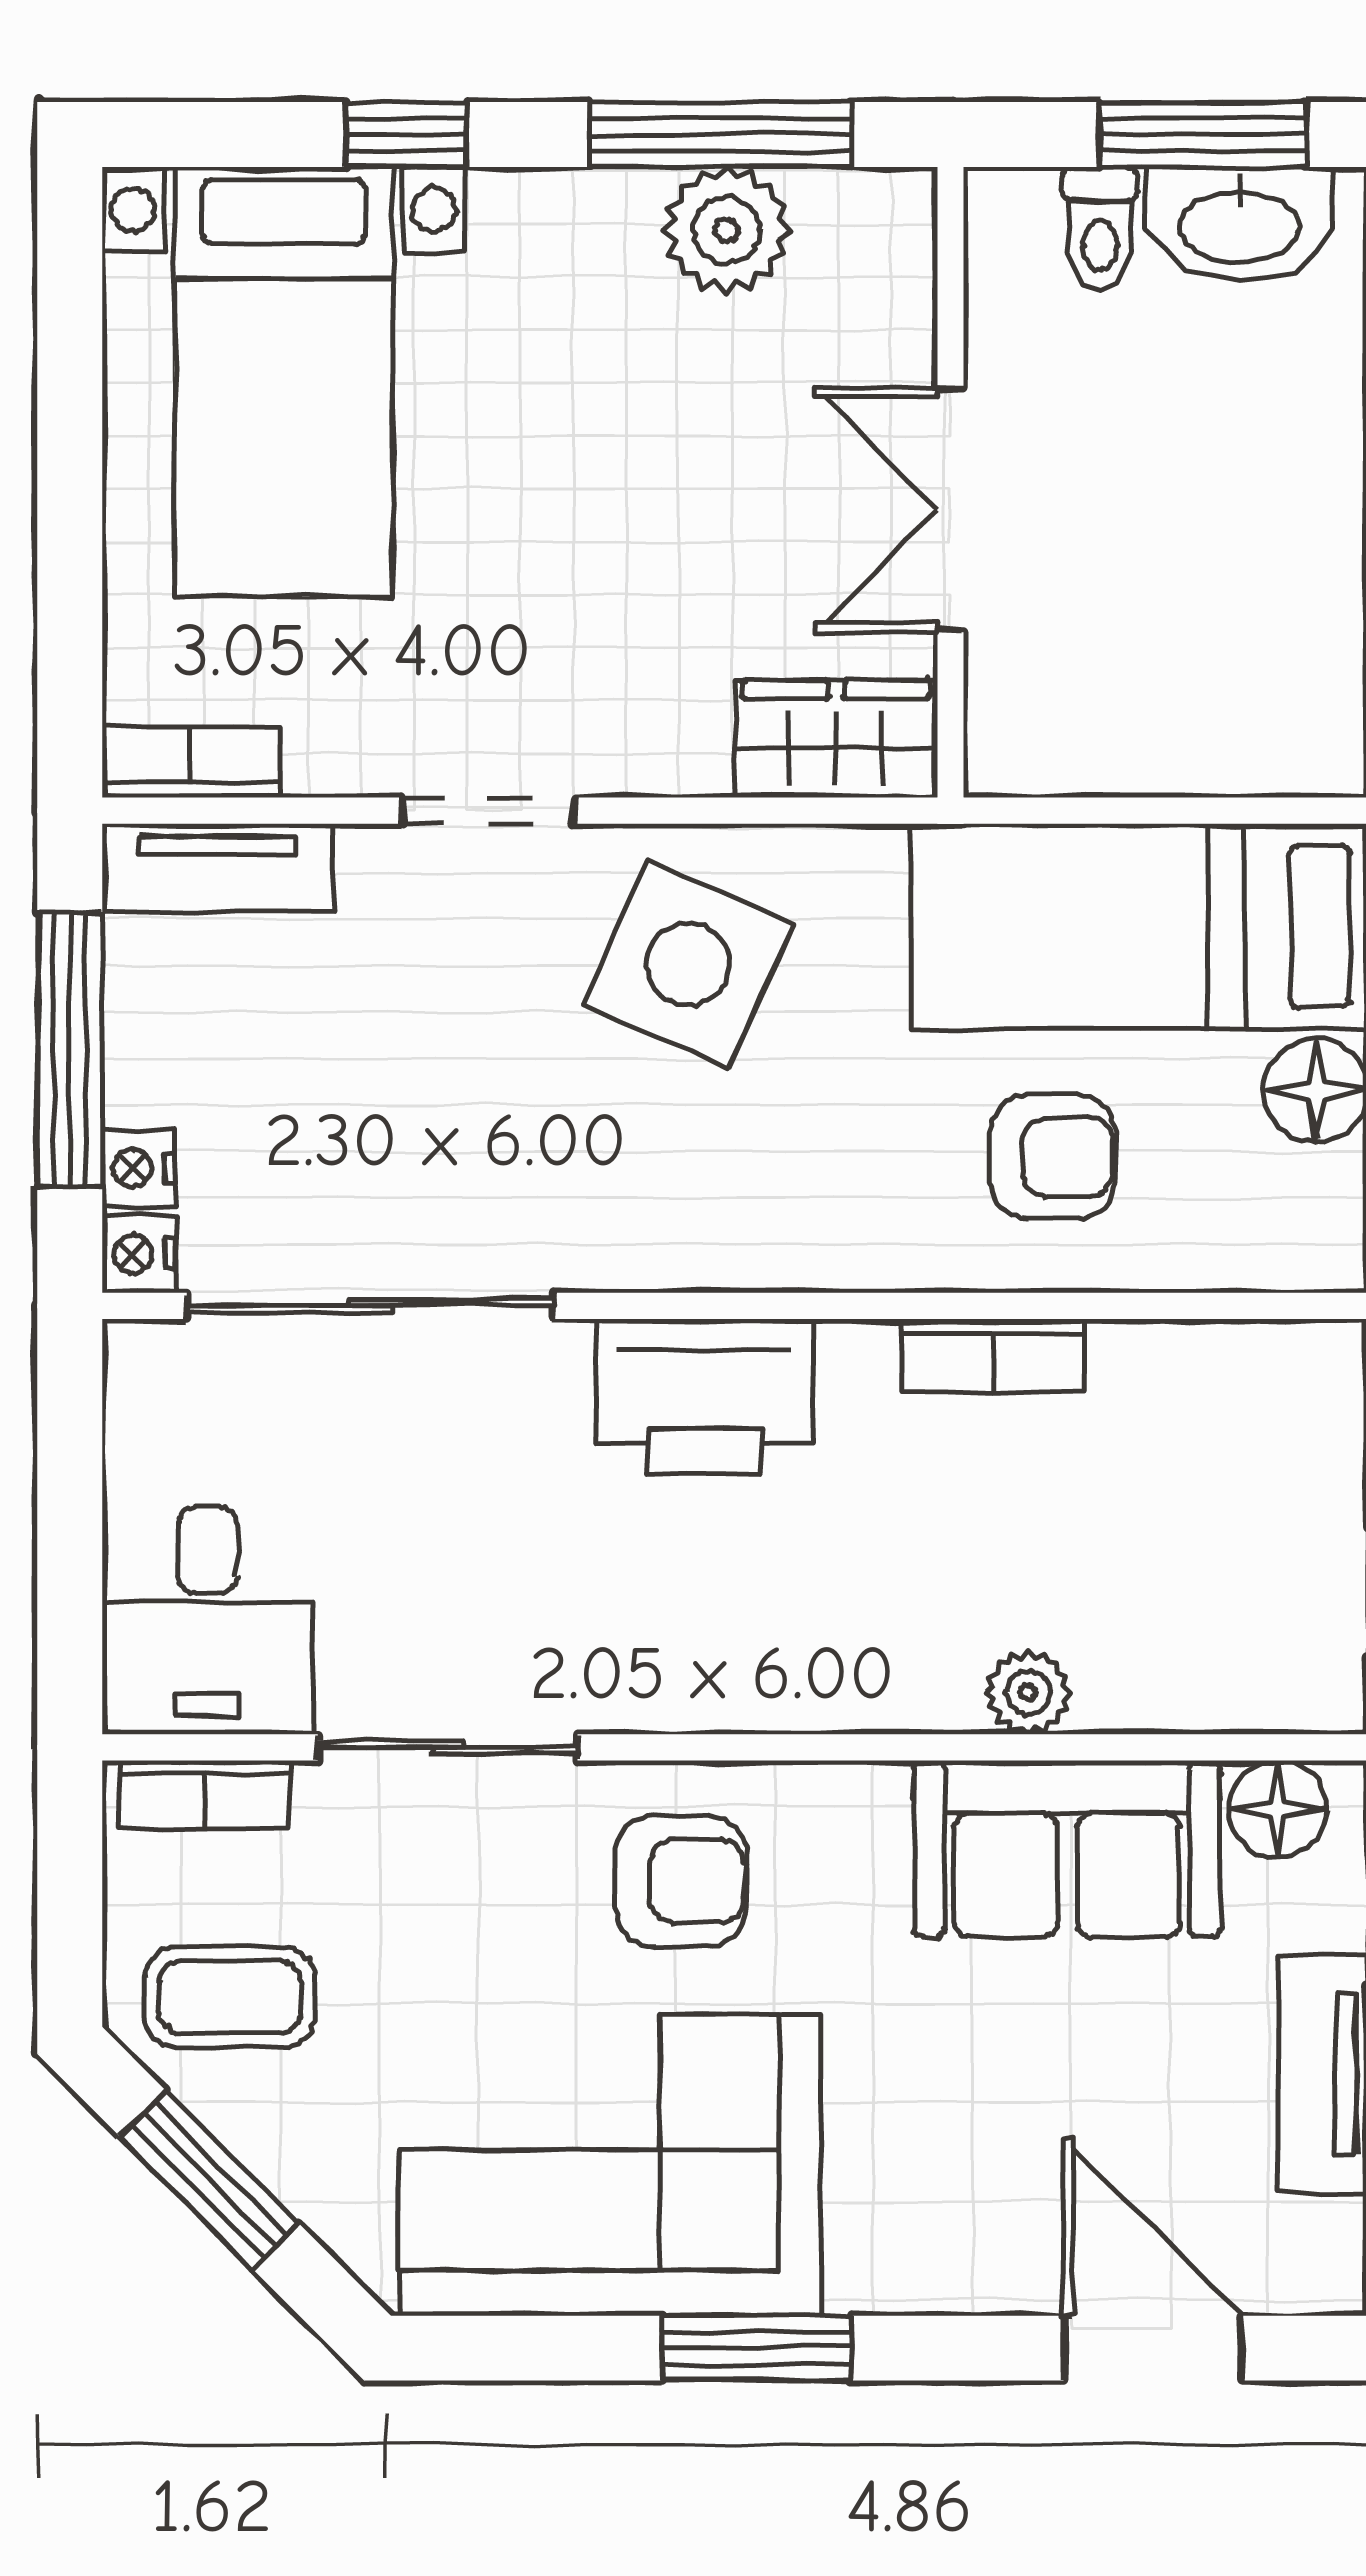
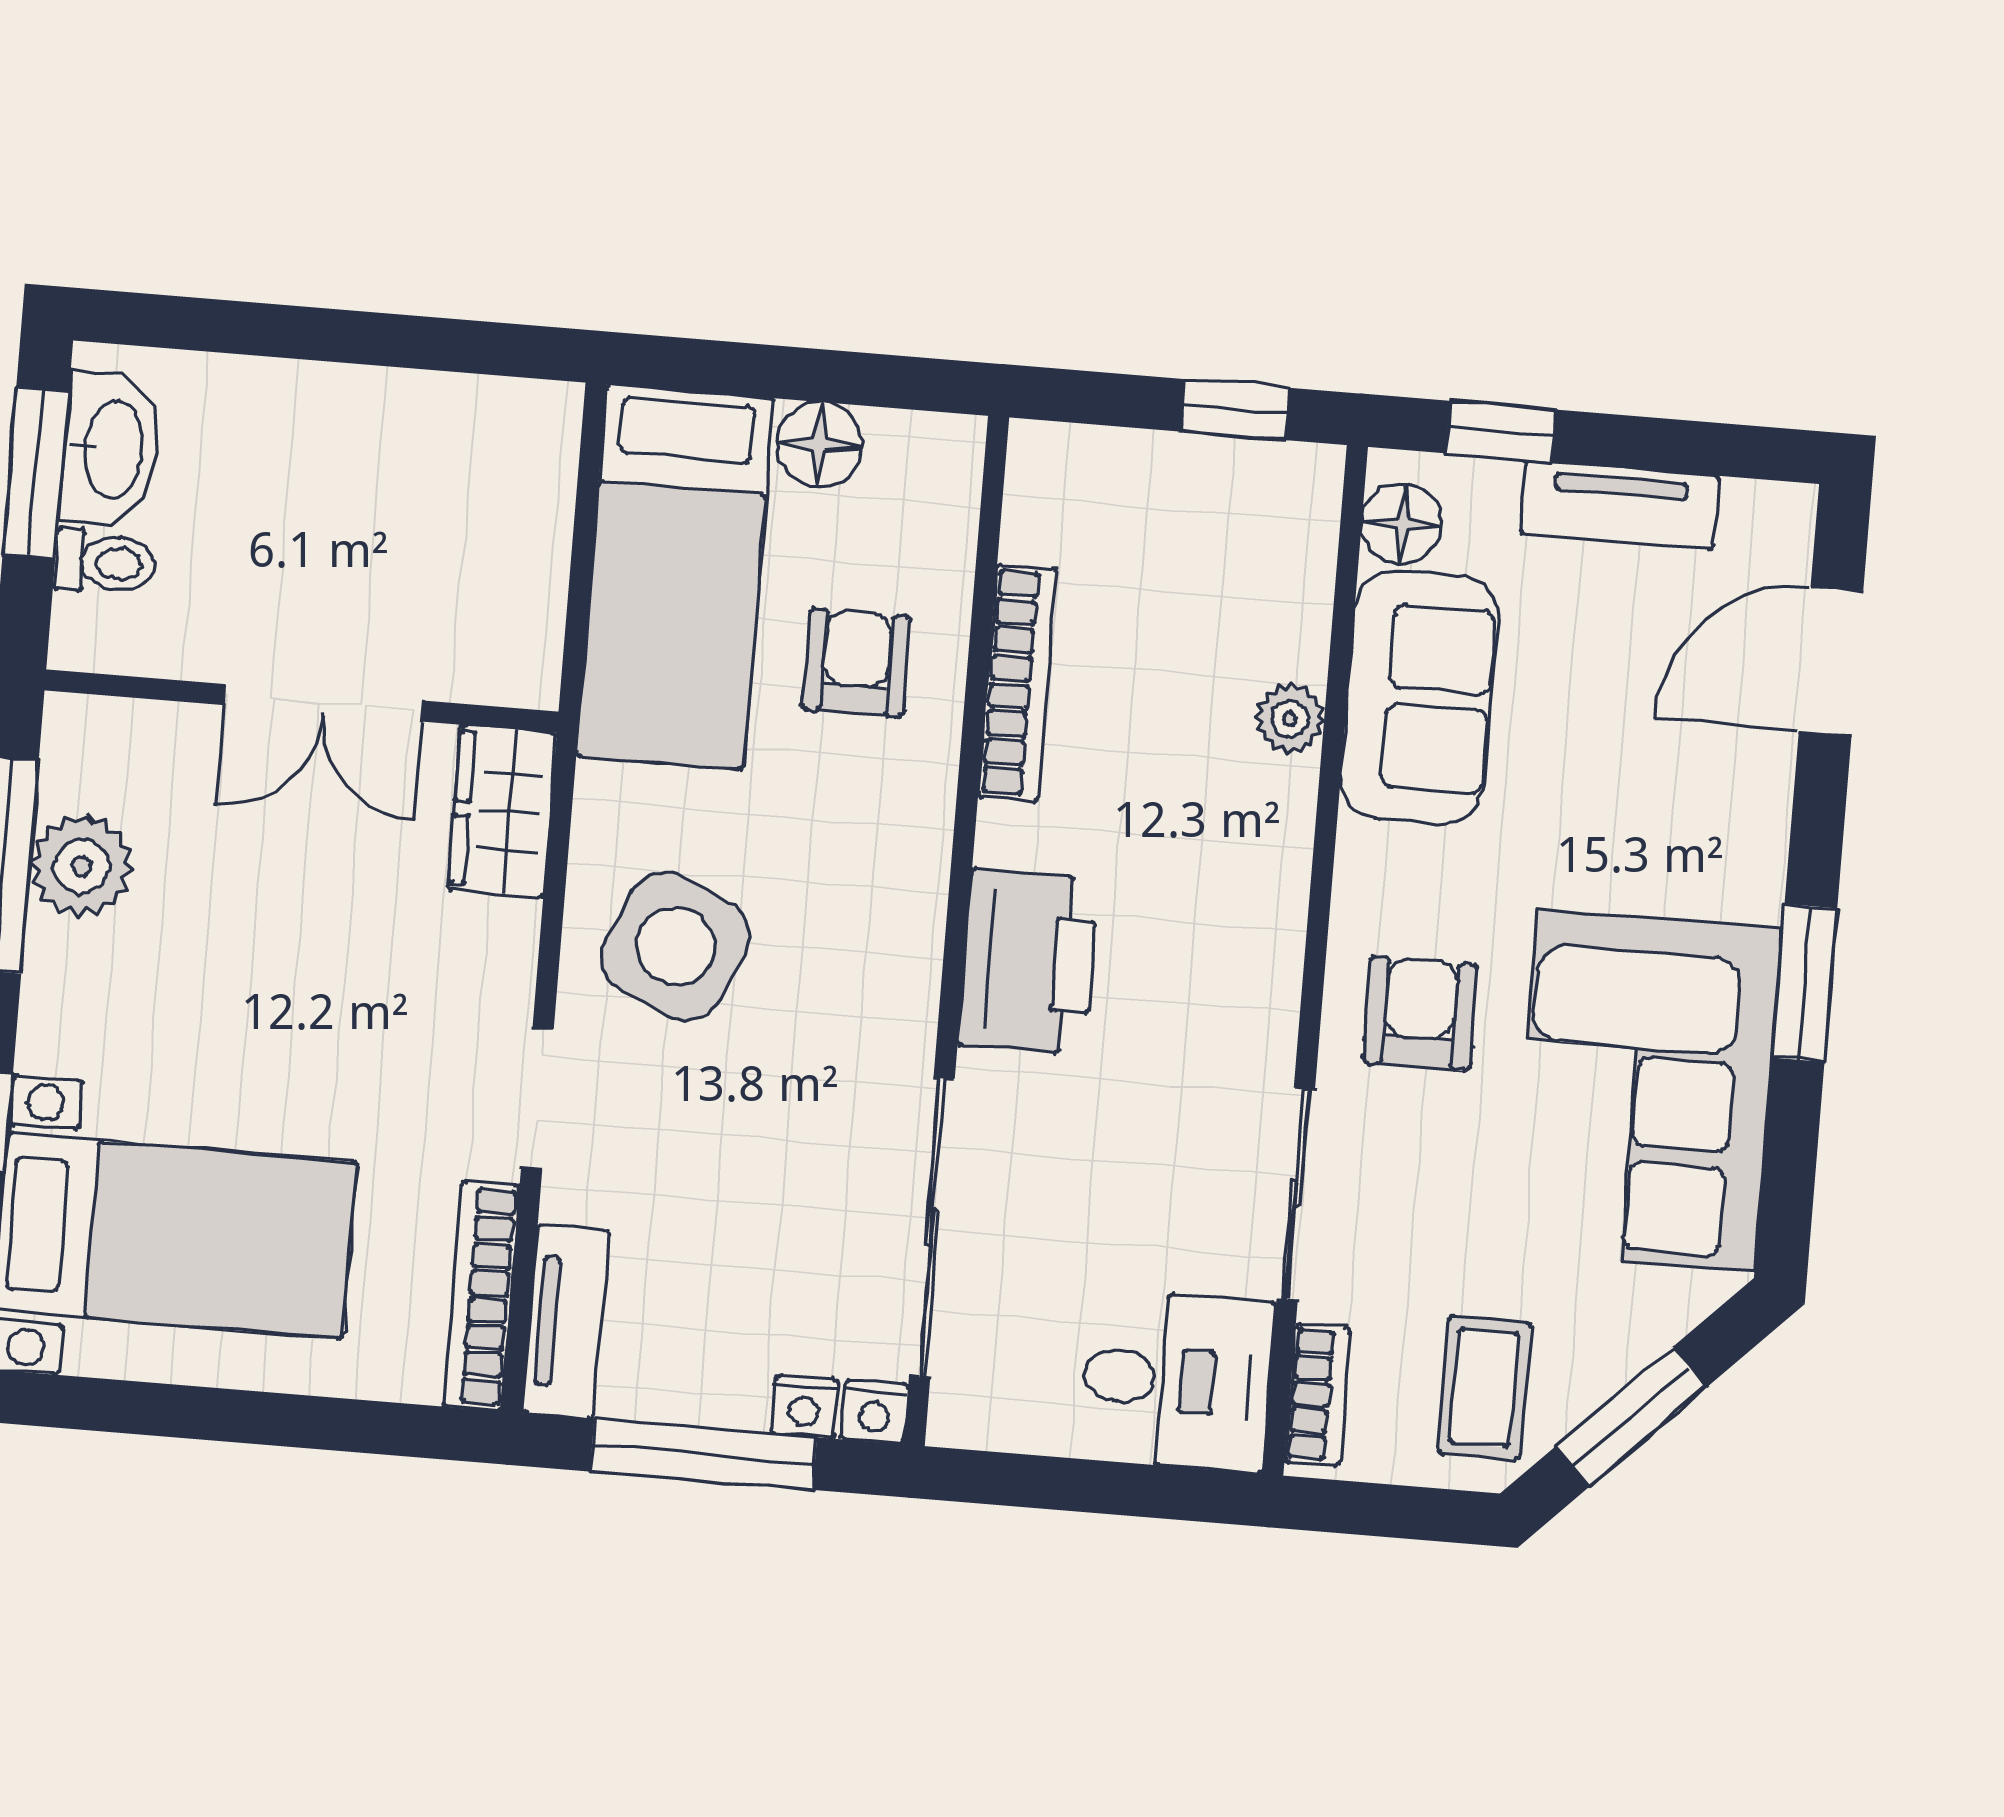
bookcase: (191, 762) -> (482, 1296), width x1.56
bookcase: (993, 1356) -> (1017, 683), width x1.56

